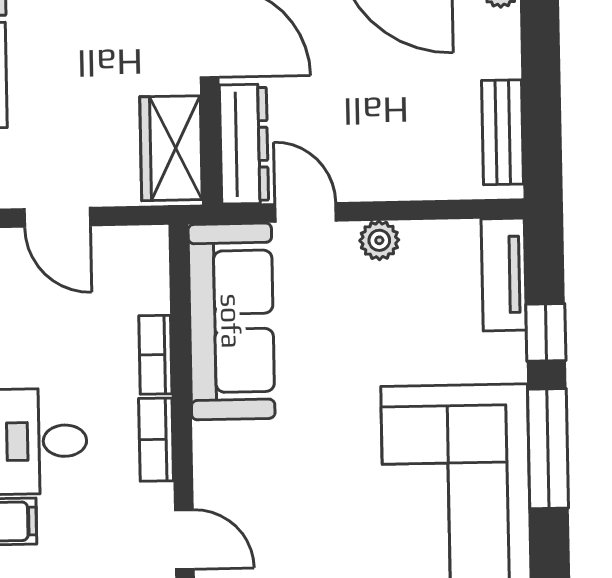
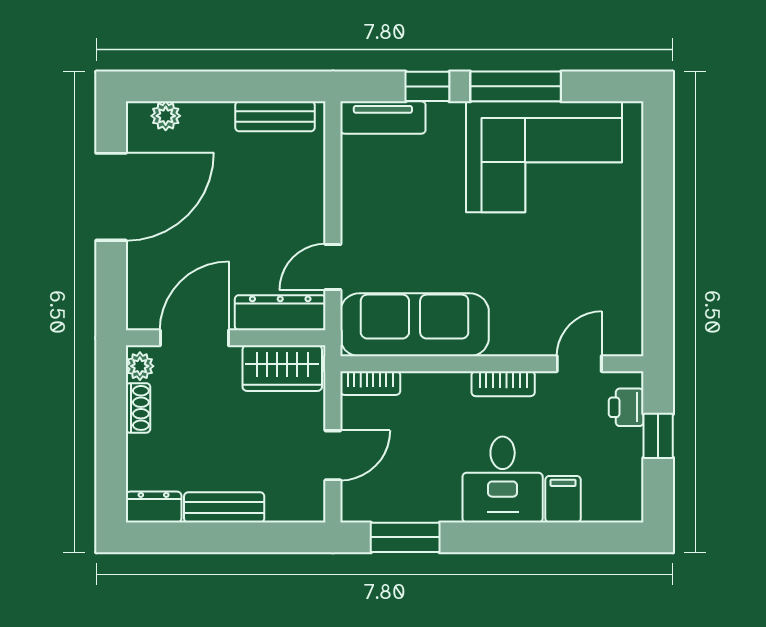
plant: (379, 240) -> (355, 211), removed
bookcase: (155, 355) -> (370, 383), moved

